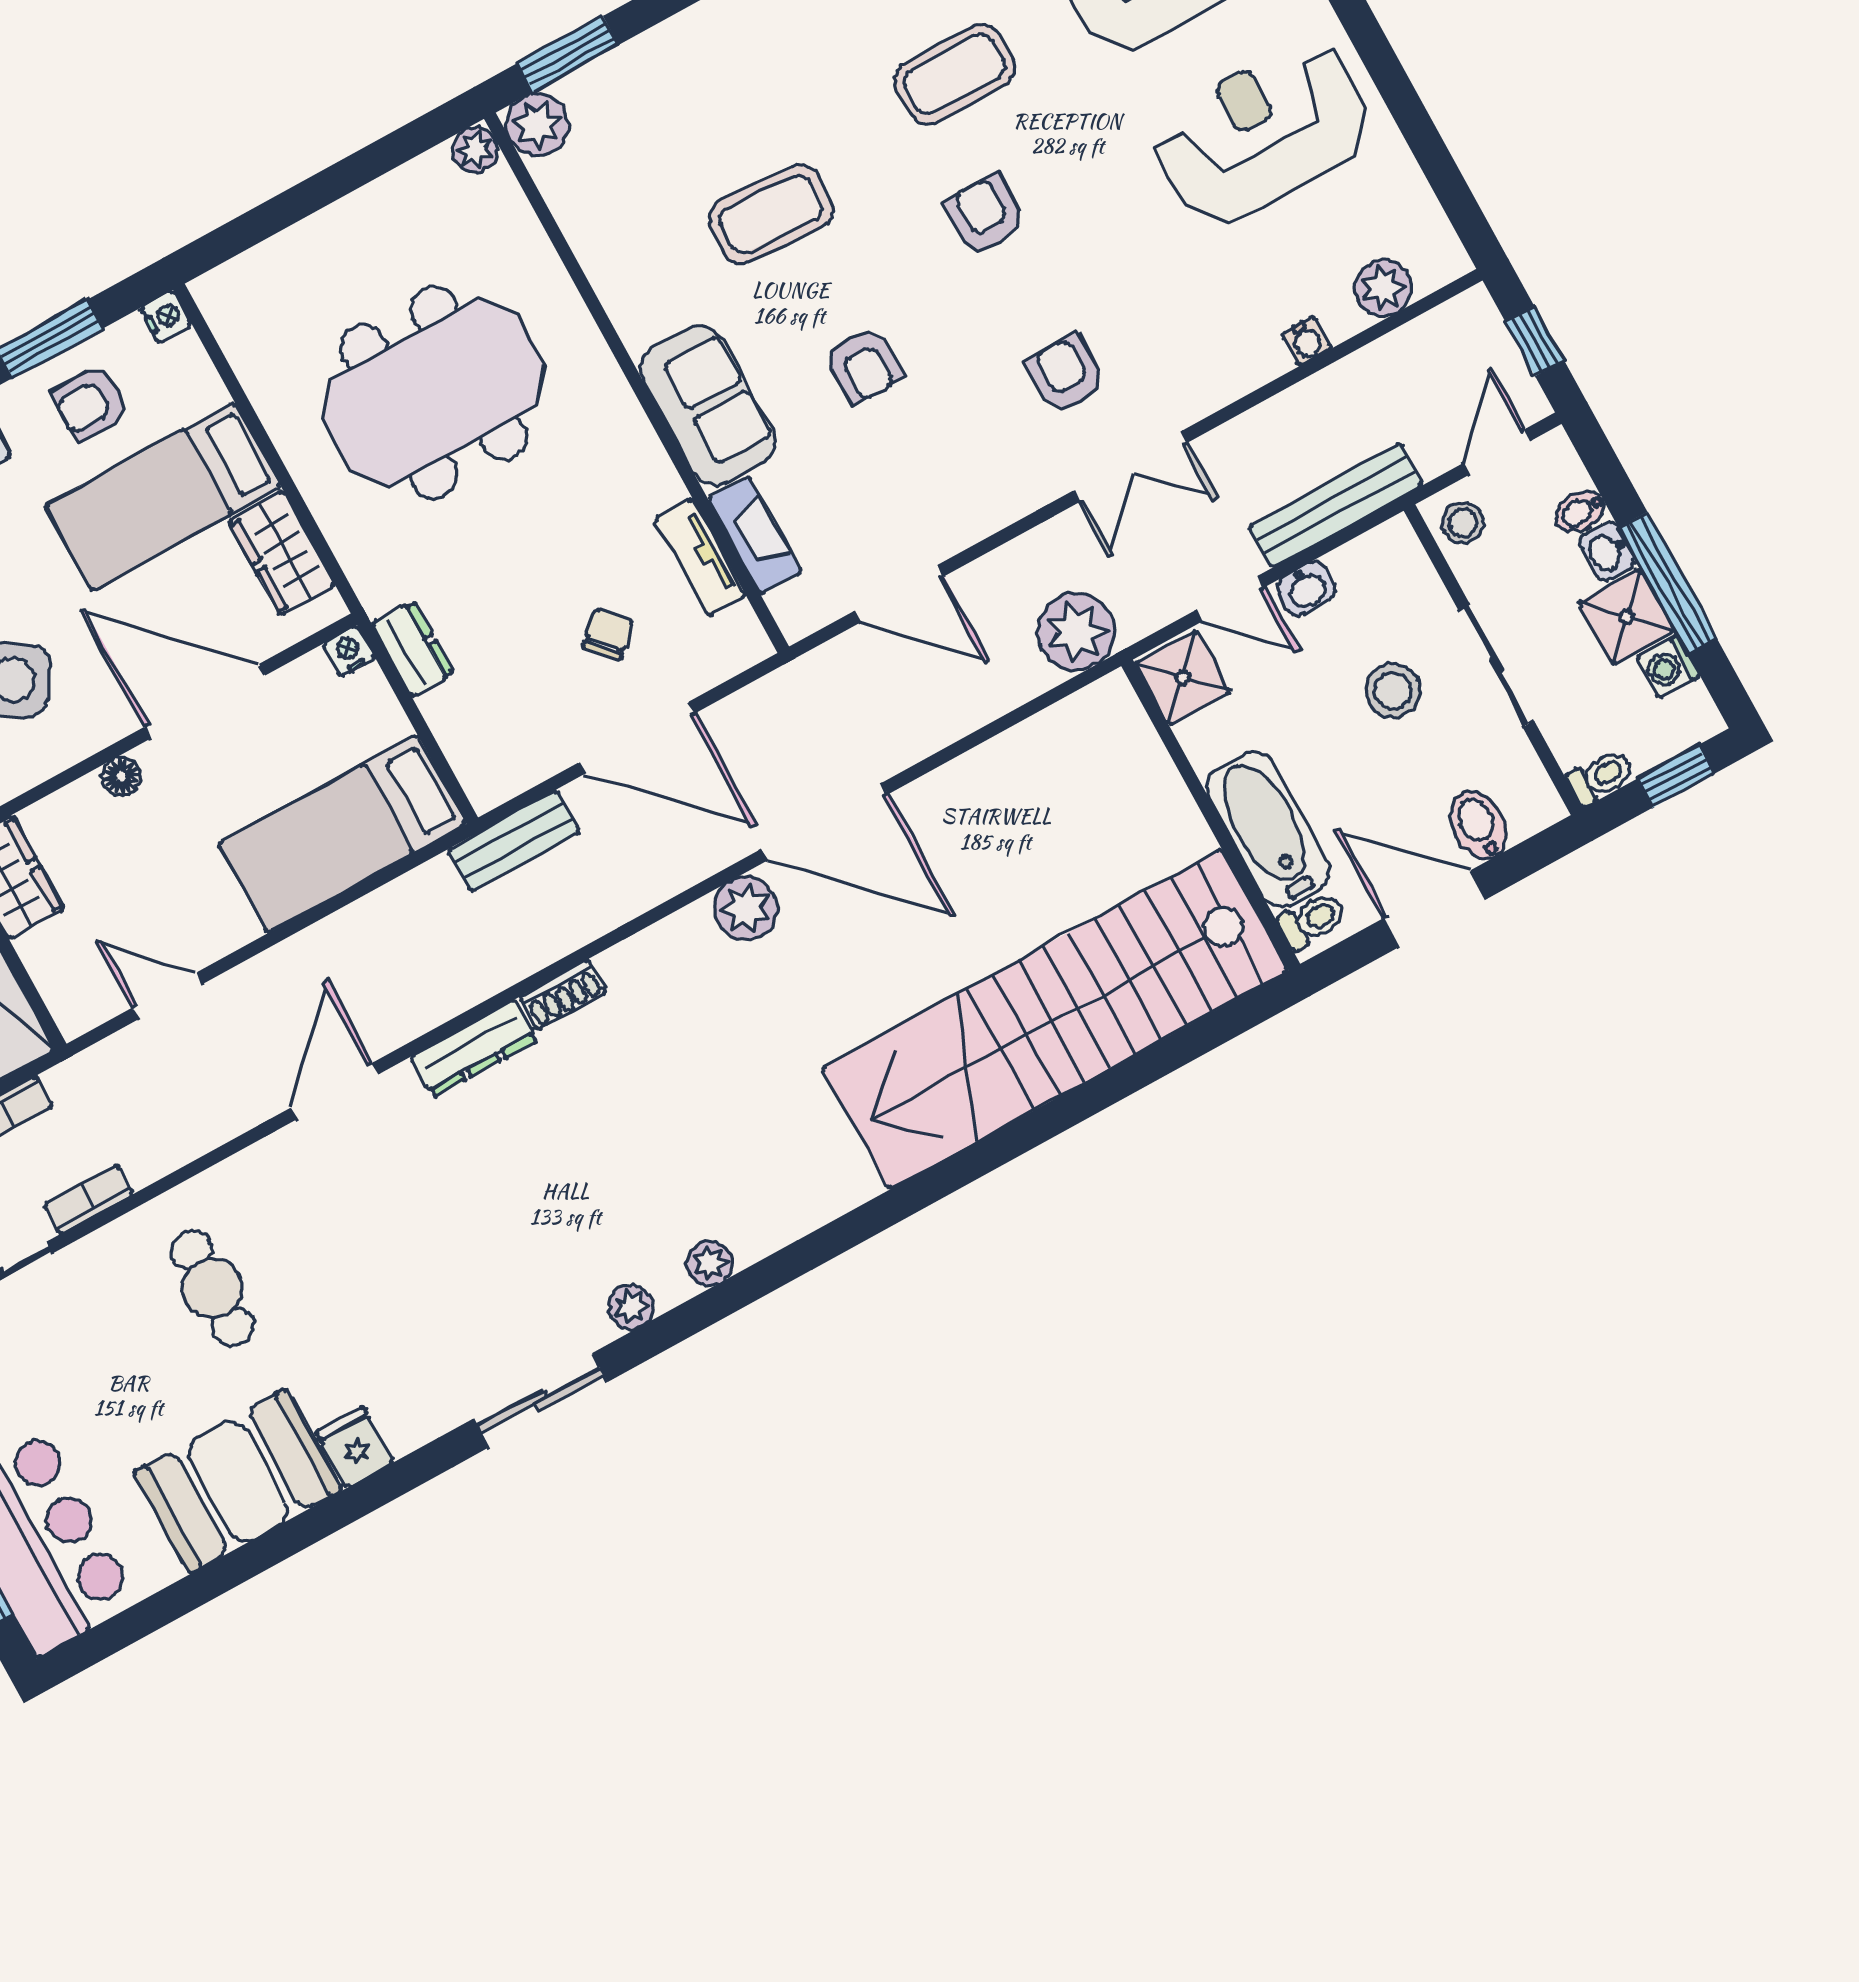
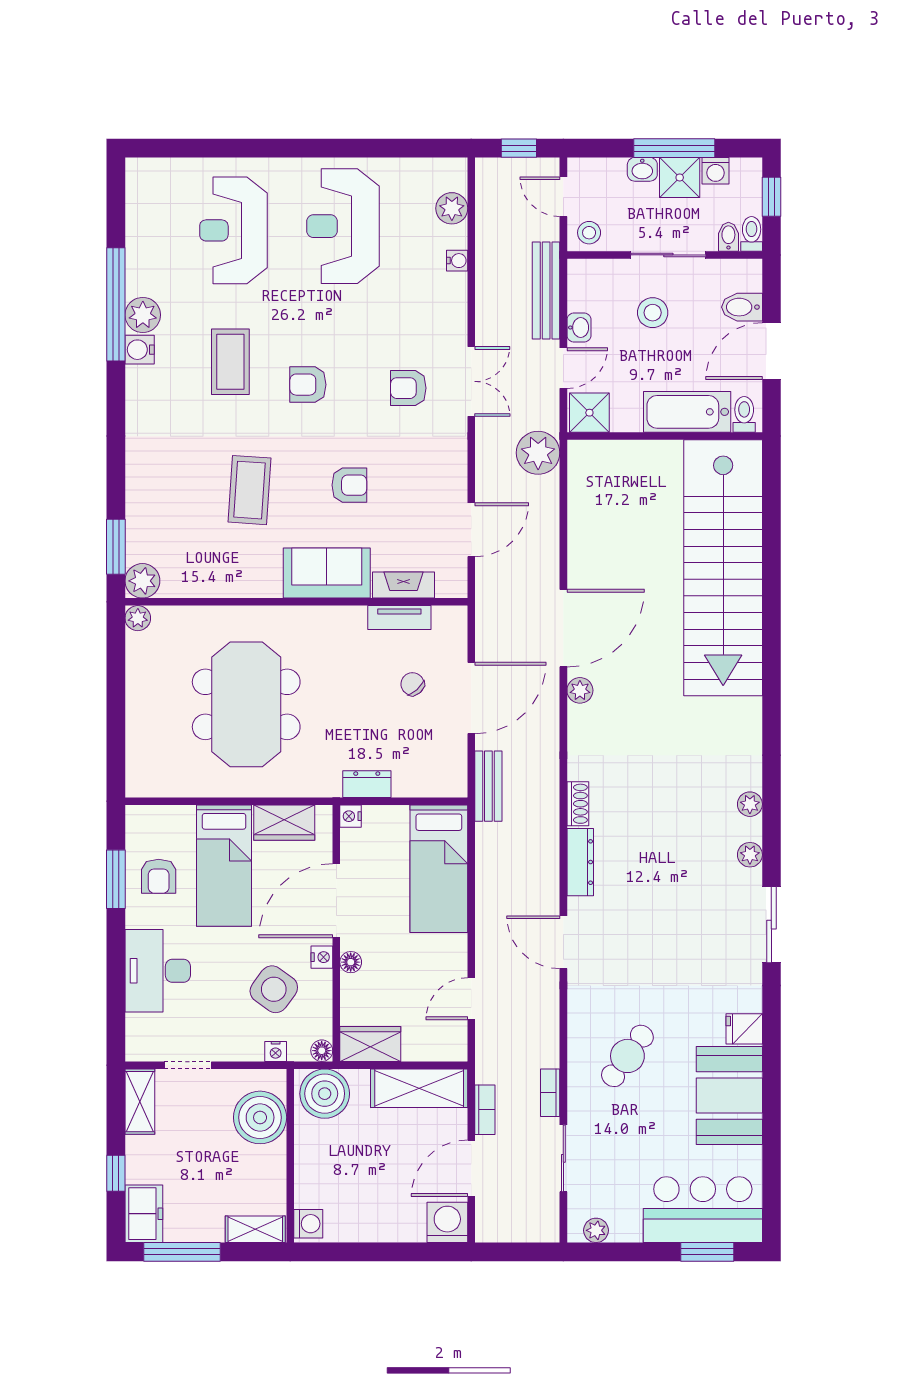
nightstand: (166, 317) -> (322, 957), moved, turned 90
bidet: (1580, 511) -> (728, 237), moved, turned 180
plant: (746, 908) -> (580, 690), width x0.73, depth x0.73
cafe table: (212, 1288) -> (627, 1056), turned -54

